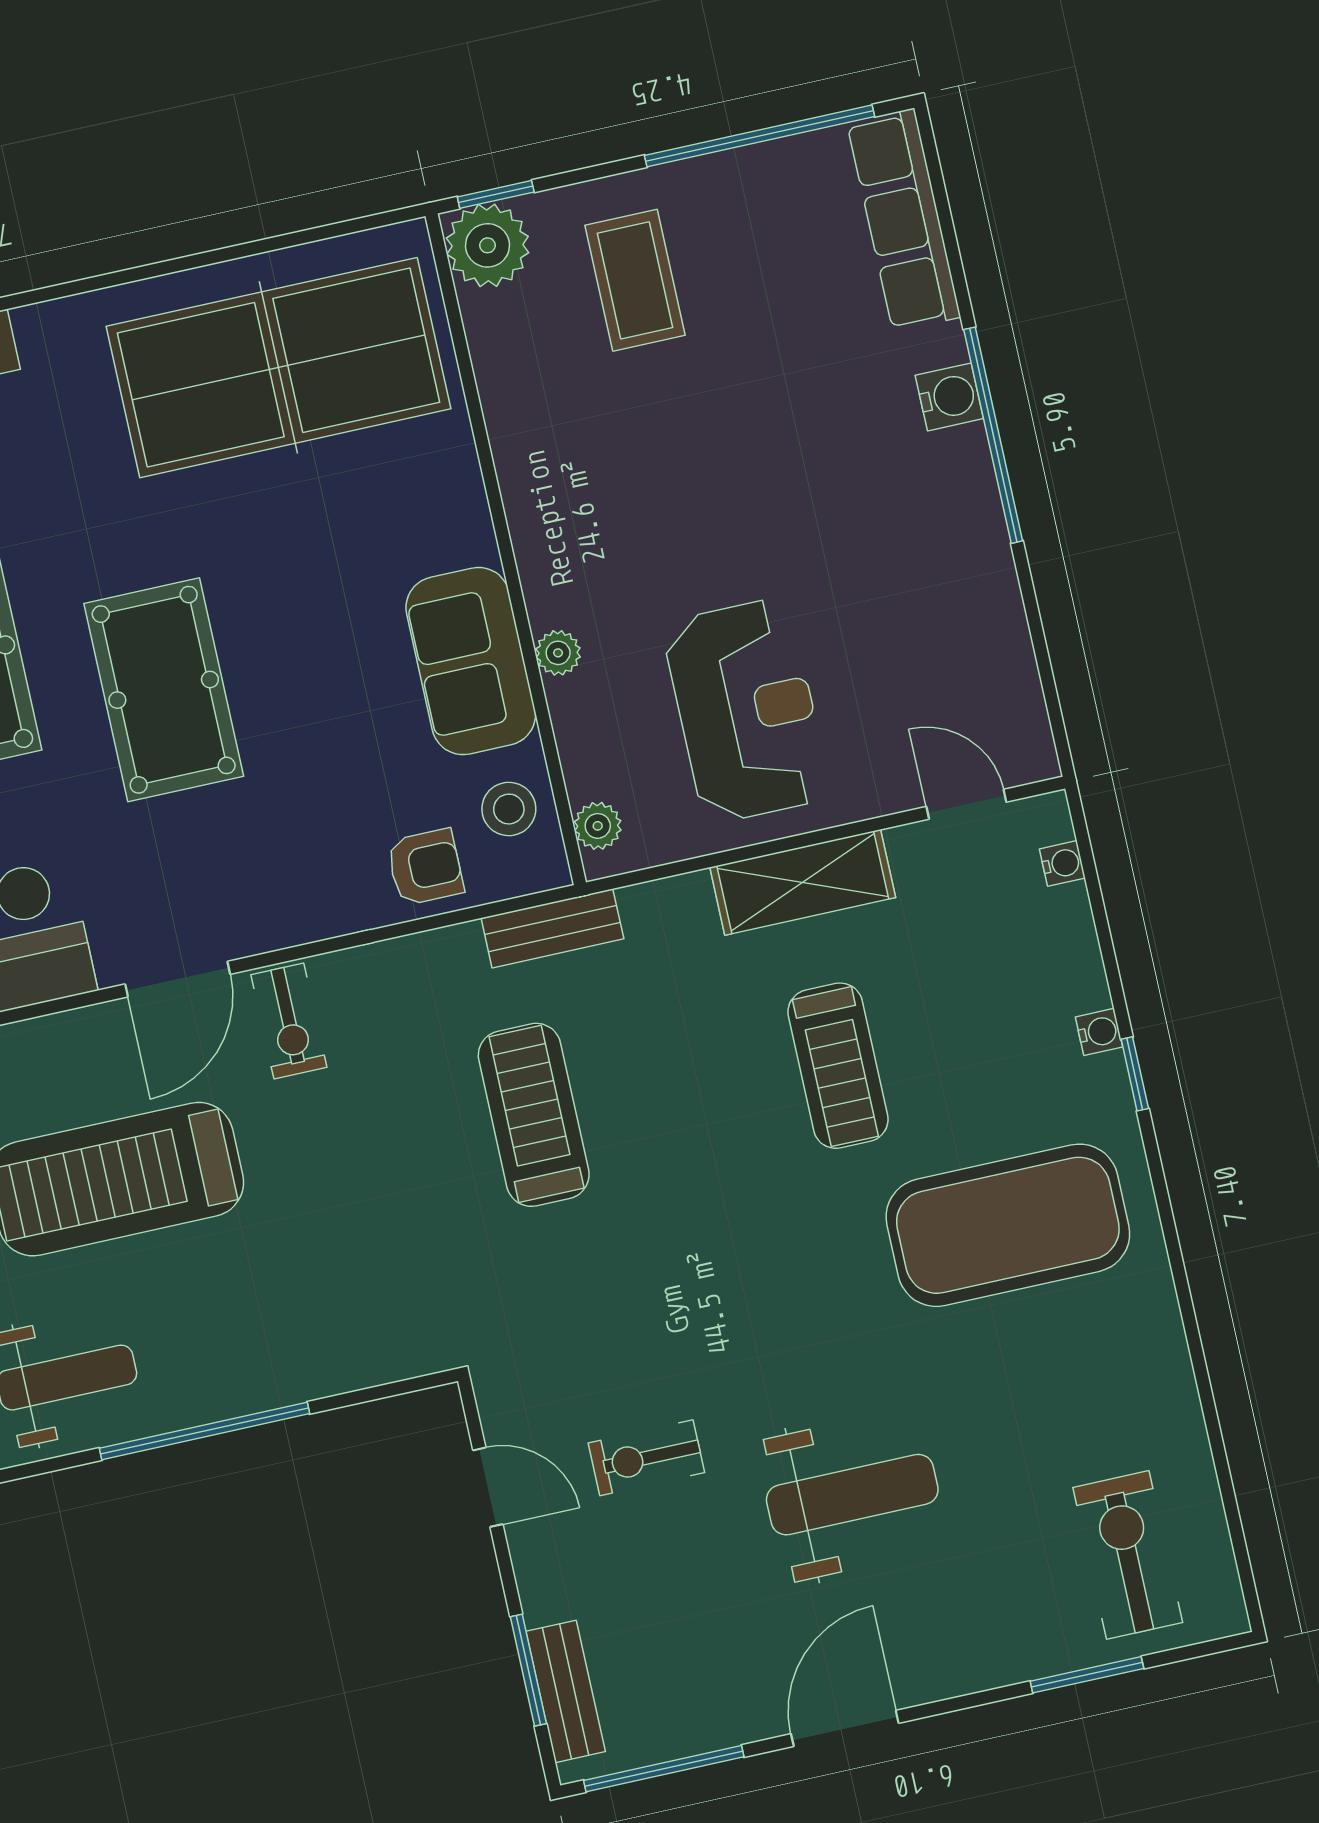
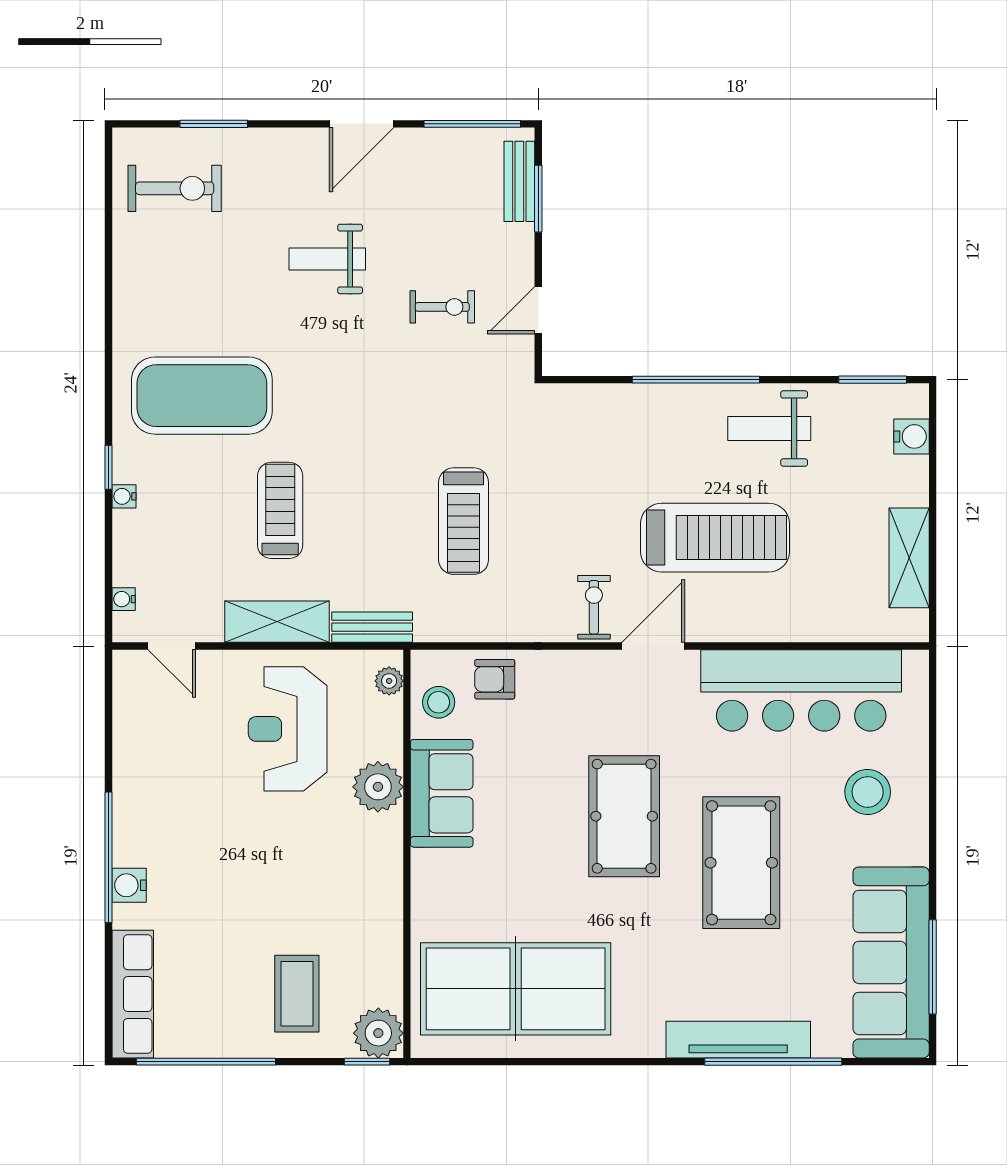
plant: (558, 653) -> (378, 787), width x1.88, depth x1.88
bench: (552, 928) -> (372, 627), moved
door: (488, 1487) -> (538, 310), hinge flipped
weight bench: (852, 1495) -> (327, 259), width x0.73, depth x0.75
exercise bike: (1128, 1555) -> (175, 188), turned -90

